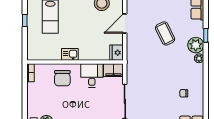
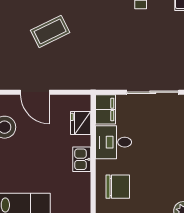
fridge: (117, 53) -> (81, 123), moved, turned 90
kitchen sink: (70, 54) -> (82, 159), moved

